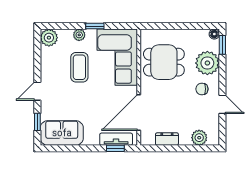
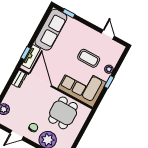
plant: (49, 38) -> (118, 49), removed
door: (37, 91) -> (108, 35), moved
sofa: (62, 133) -> (51, 30), width x1.36
dresser: (167, 139) -> (19, 79), moved

